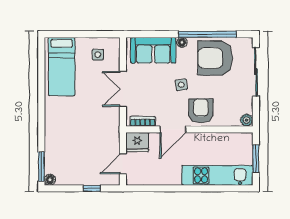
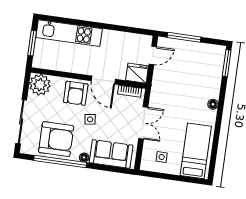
plant: (247, 120) -> (40, 85), width x1.87, depth x1.87
door: (173, 129) -> (103, 80), swing flipped
floor lamp: (50, 180) -> (213, 104), moved
window: (92, 188) -> (184, 37), width x2.17

